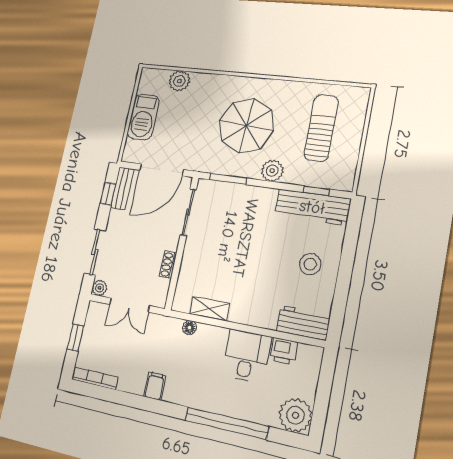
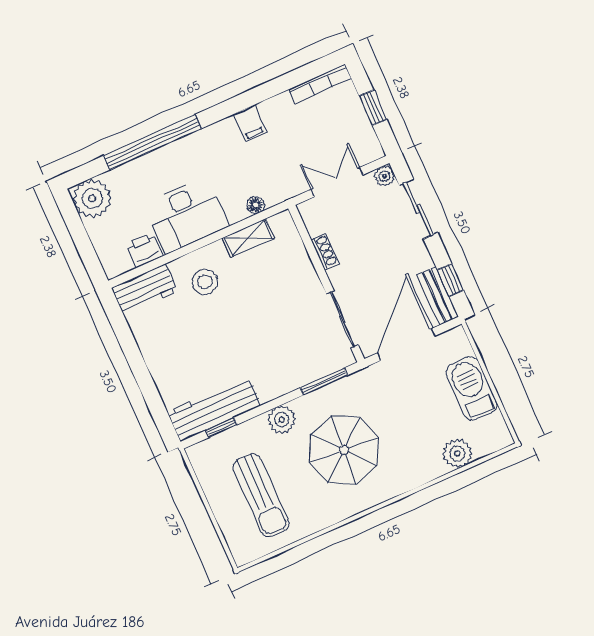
stool: (310, 264) -> (205, 282), moved
desk: (246, 356) -> (186, 215), width x1.37

